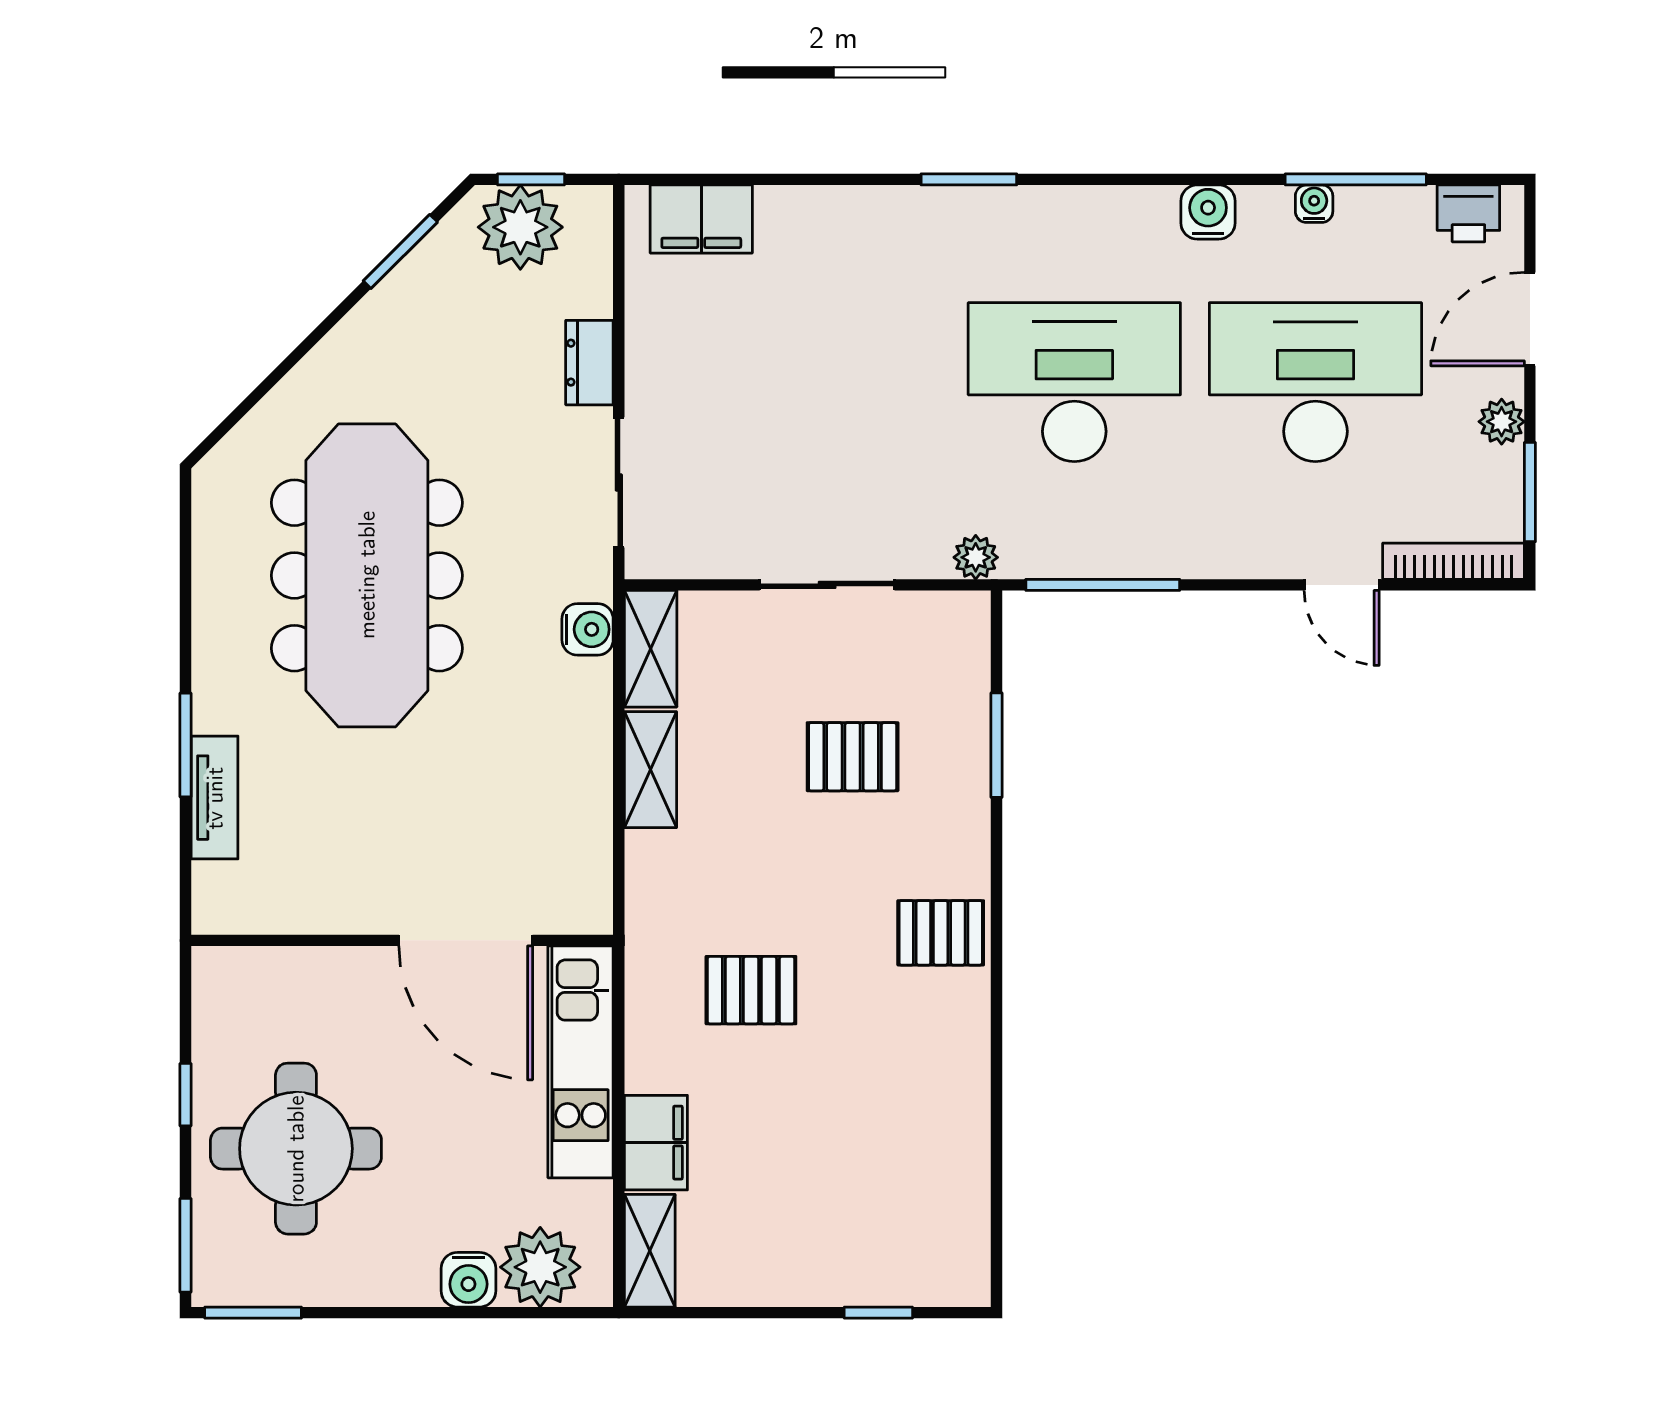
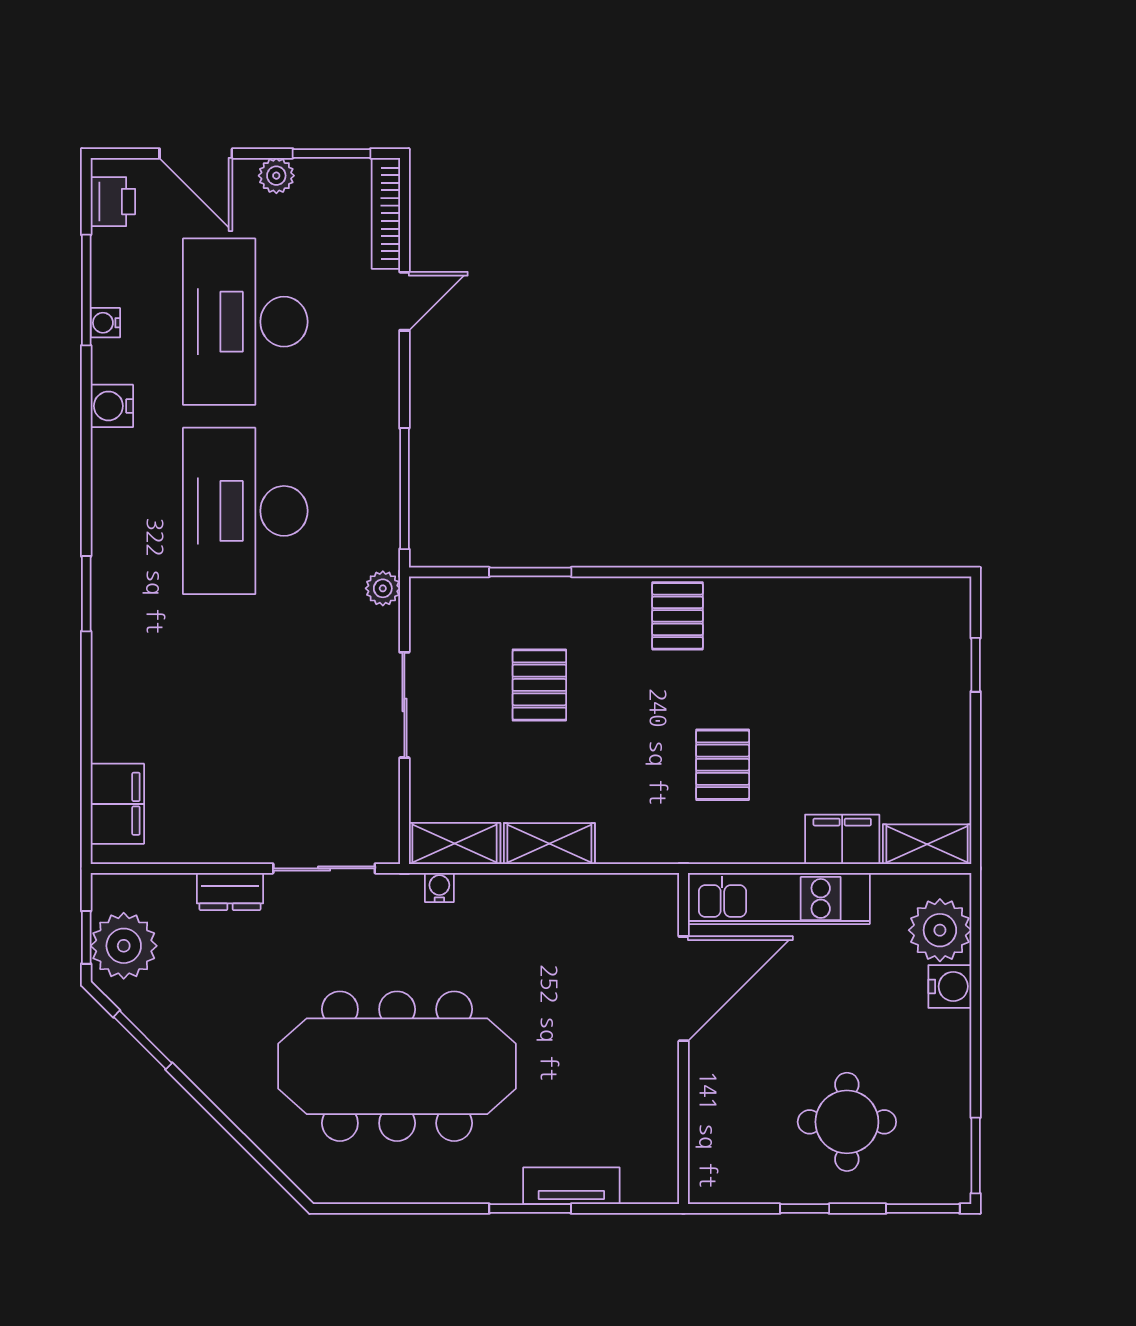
water cooler: (588, 629) -> (439, 887), width x0.72, depth x0.72
round table: (296, 1149) -> (847, 1122), width x0.73, depth x0.73

